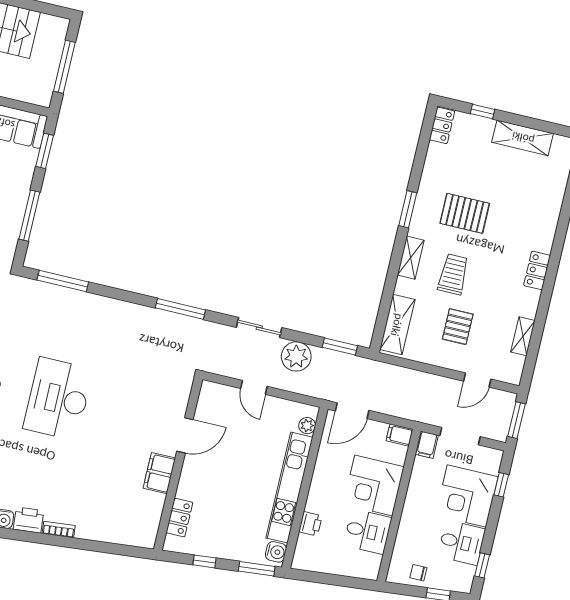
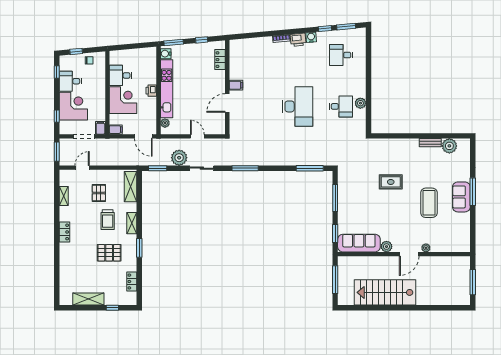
locker: (442, 125) -> (132, 282), moved
door: (352, 411) -> (143, 136), swing flipped
filing cabinet: (159, 473) -> (236, 85), width x0.50
printer: (310, 524) -> (151, 91), moved

